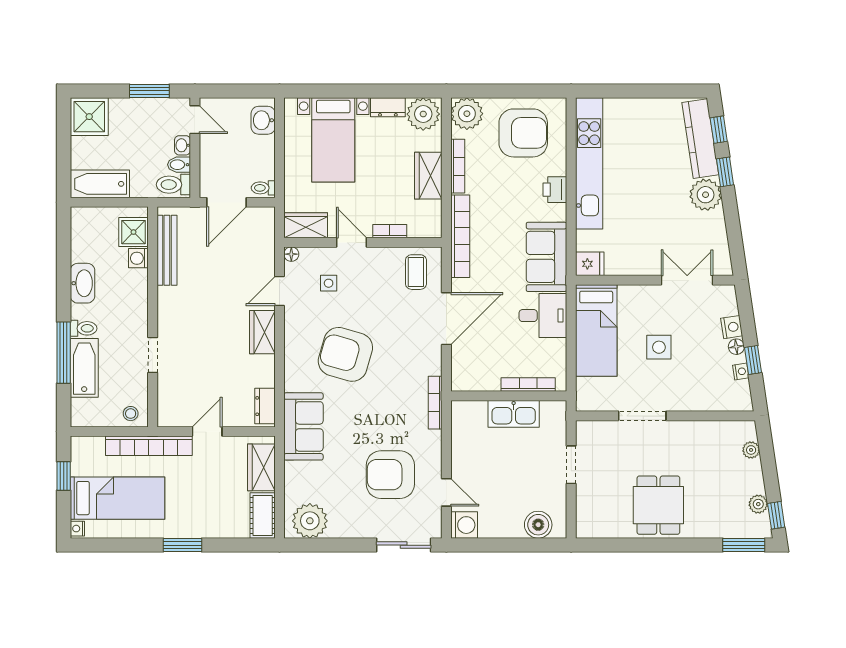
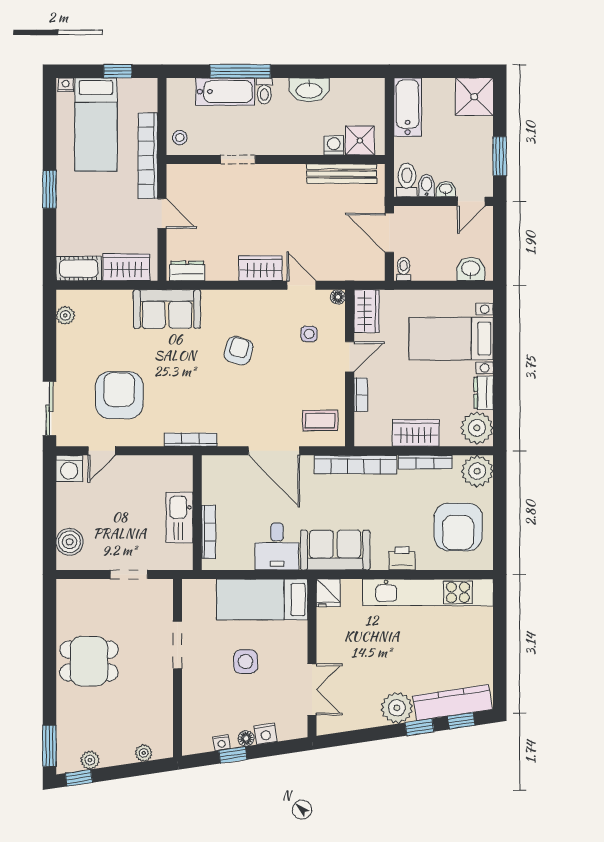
armchair: (345, 354) -> (238, 351), width x0.53, depth x0.53
plant: (310, 521) -> (65, 315), width x0.53, depth x0.53

